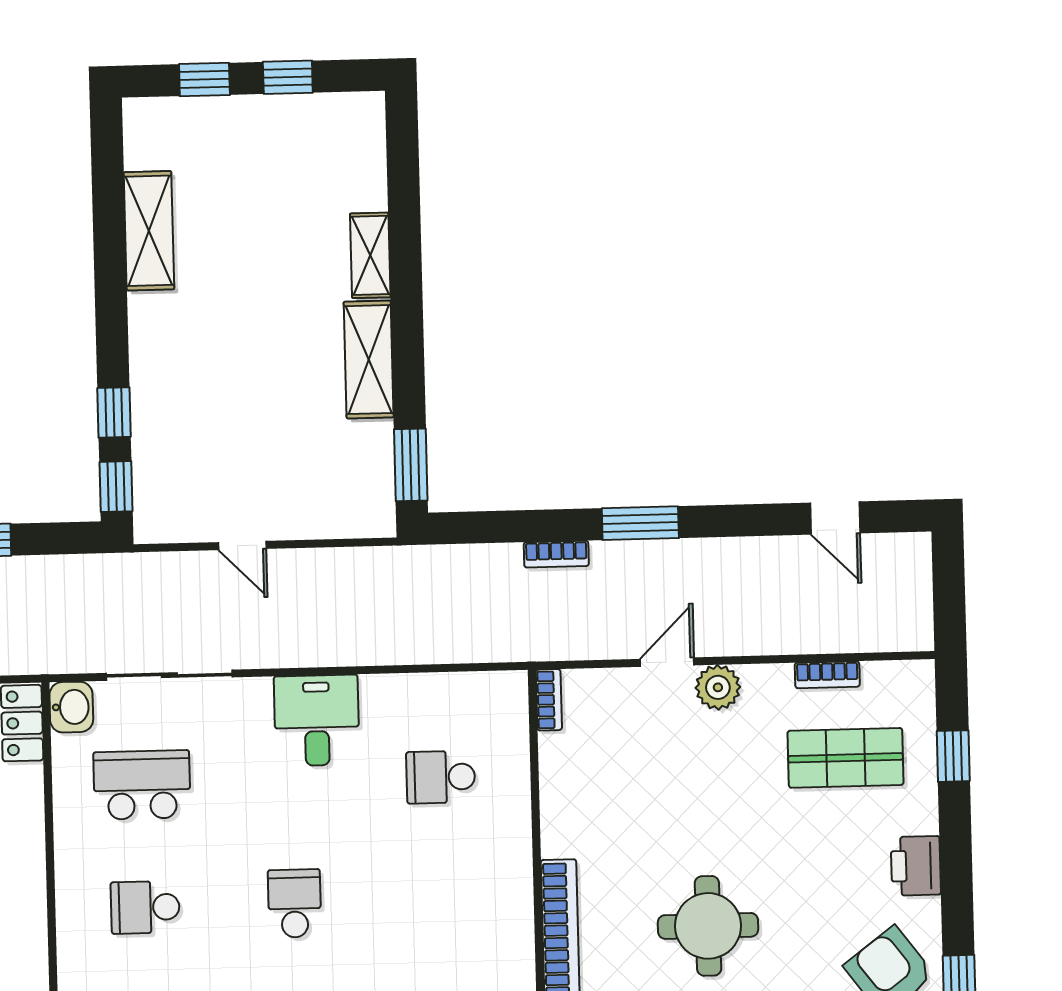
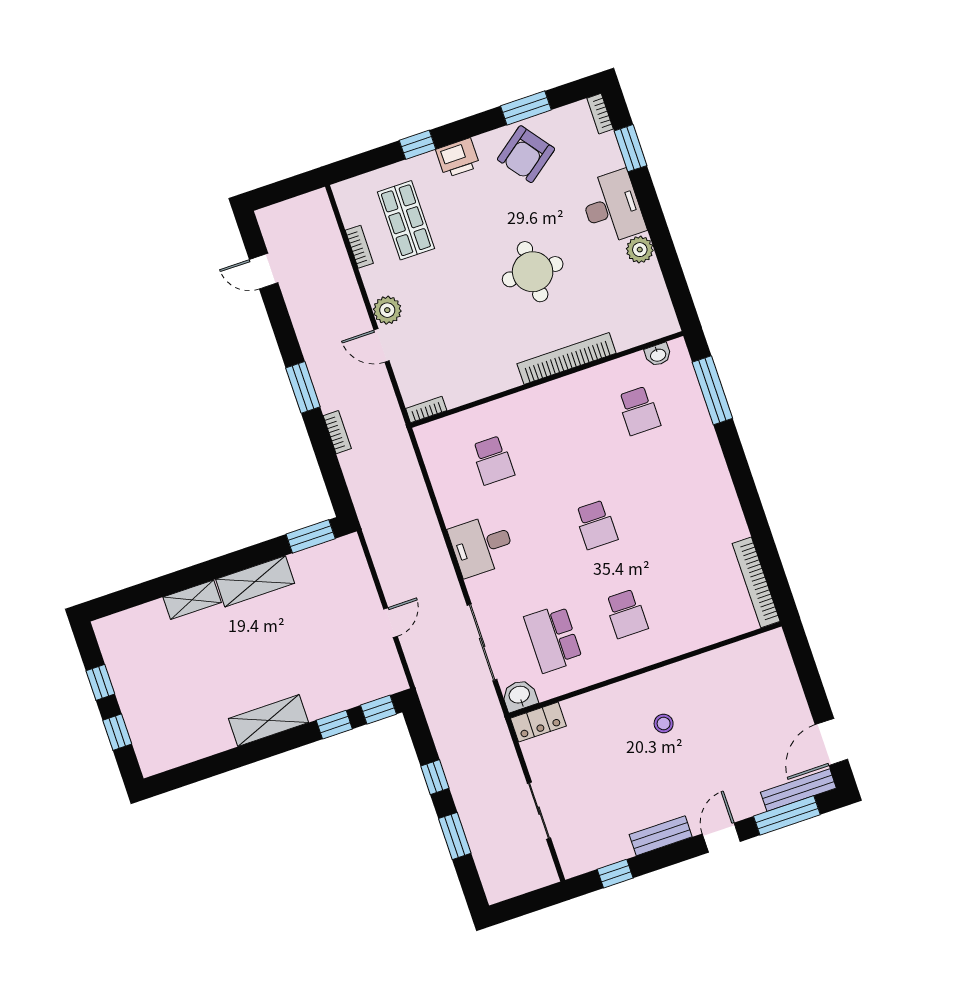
shelving: (149, 231) -> (268, 721), moved
door: (835, 518) -> (264, 271), swing flipped
window: (953, 756) -> (417, 145), moved
school desk: (295, 903) -> (596, 525), turned -90

